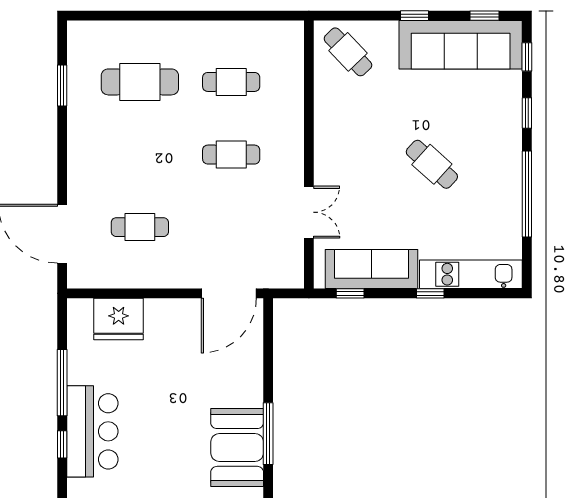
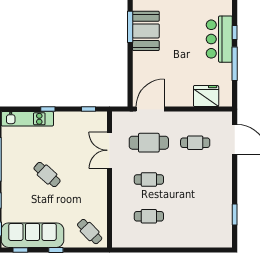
cafe table: (140, 82) -> (149, 143), moved
double door: (309, 212) -> (109, 150), width x1.37
sofa: (371, 269) -> (78, 121), removed
window: (268, 434) -> (130, 27), moved

